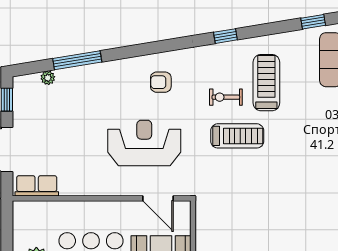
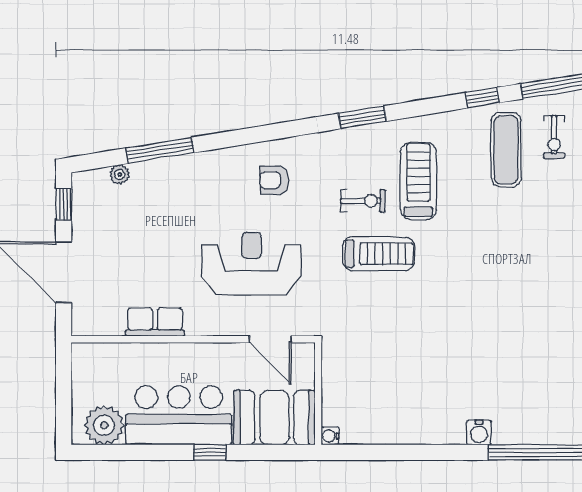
window: (225, 36) -> (362, 117), width x1.50
exercise bike: (226, 97) -> (363, 201), turned 180
row of seats: (37, 186) -> (155, 322), moved

